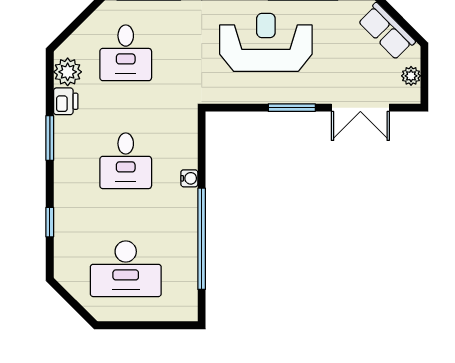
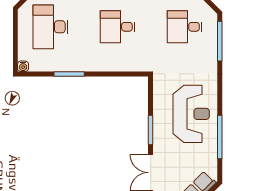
water cooler: (189, 178) -> (23, 66), moved
window: (202, 239) -> (69, 74), width x0.47

